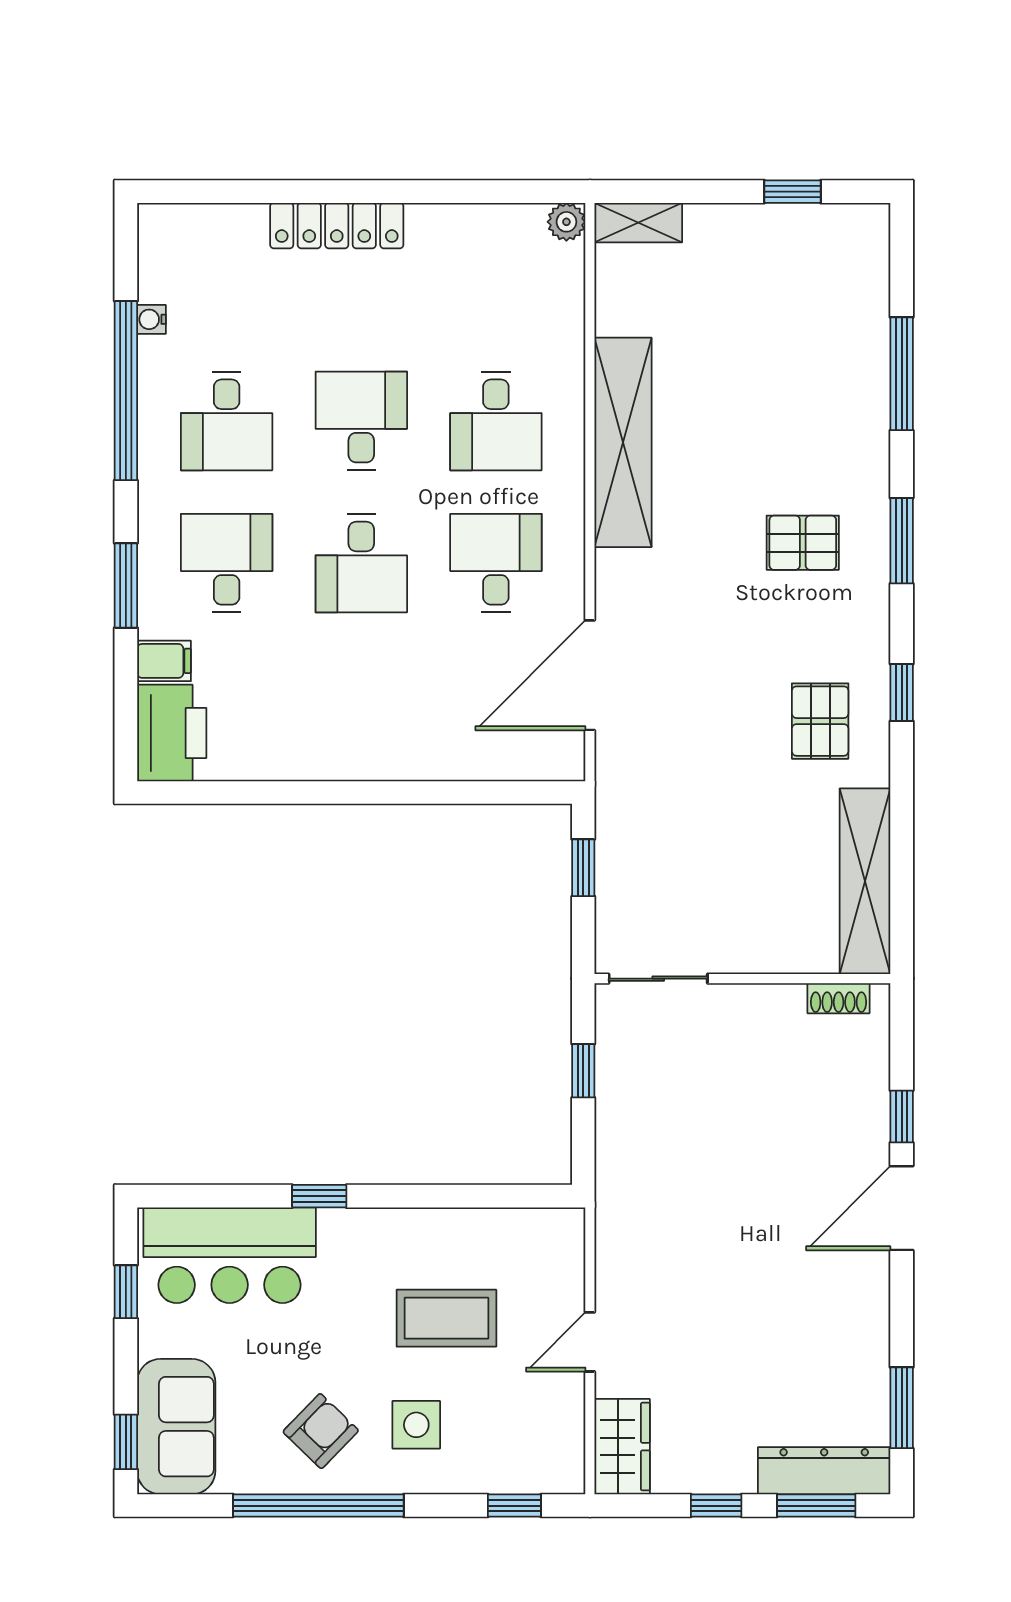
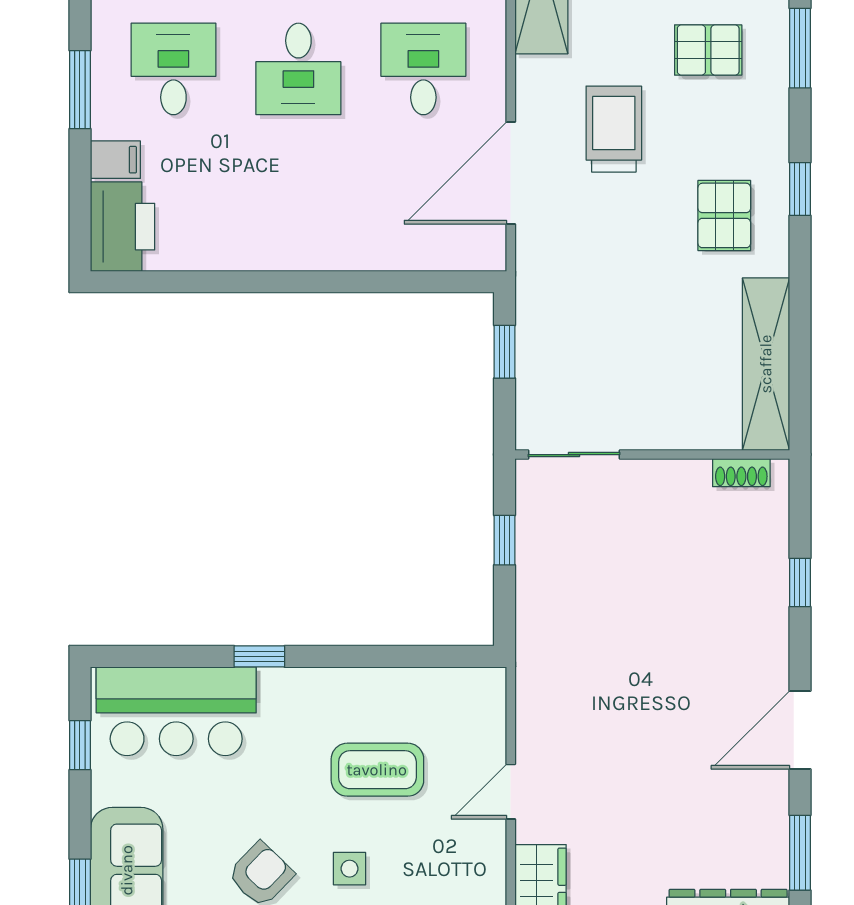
trolley: (701, 628) -> (614, 129), added
door: (902, 1208) -> (800, 730), moved
side table: (416, 1425) -> (349, 869), width x0.73, depth x0.73

